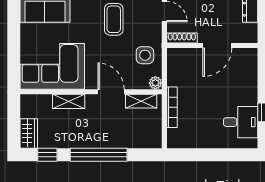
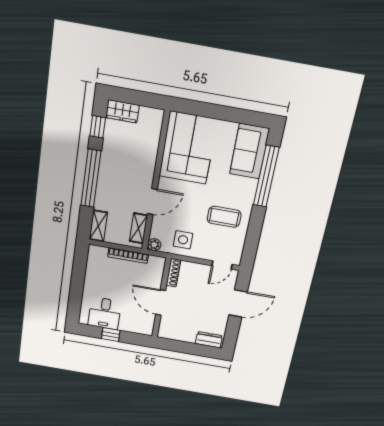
shoe rack: (182, 38) -> (173, 273), moved
wall: (212, 45) -> (161, 298), moved
door: (217, 45) -> (161, 303), moved
shelving: (69, 101) -> (98, 226), moved

